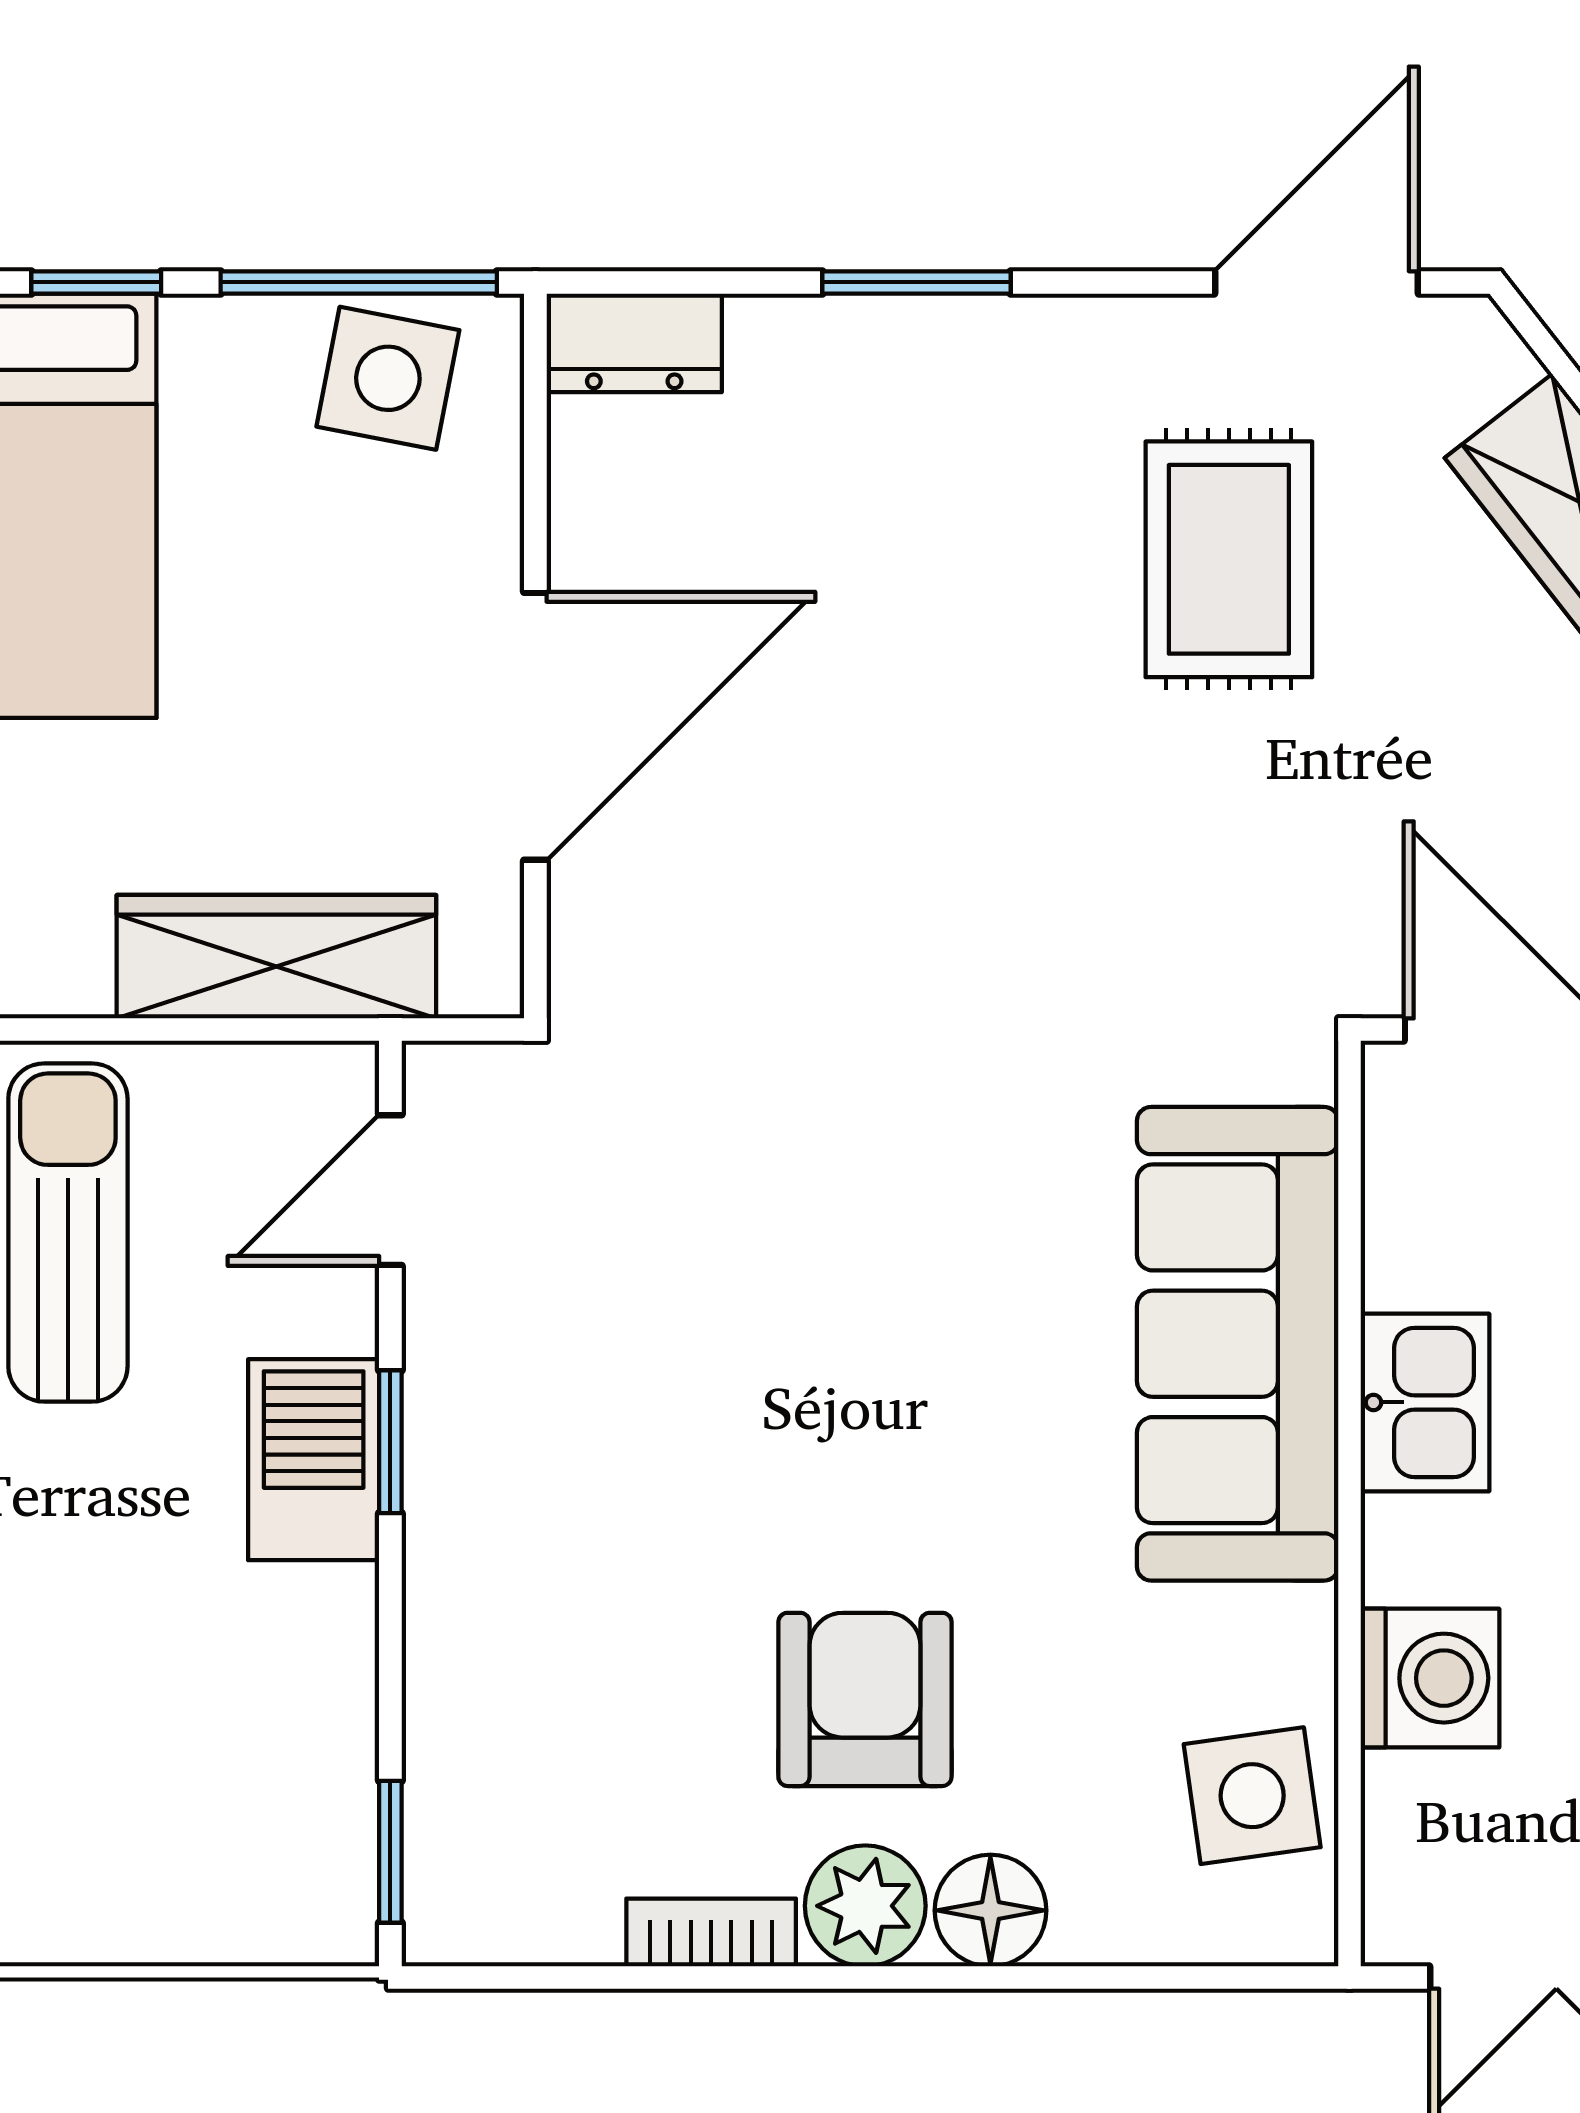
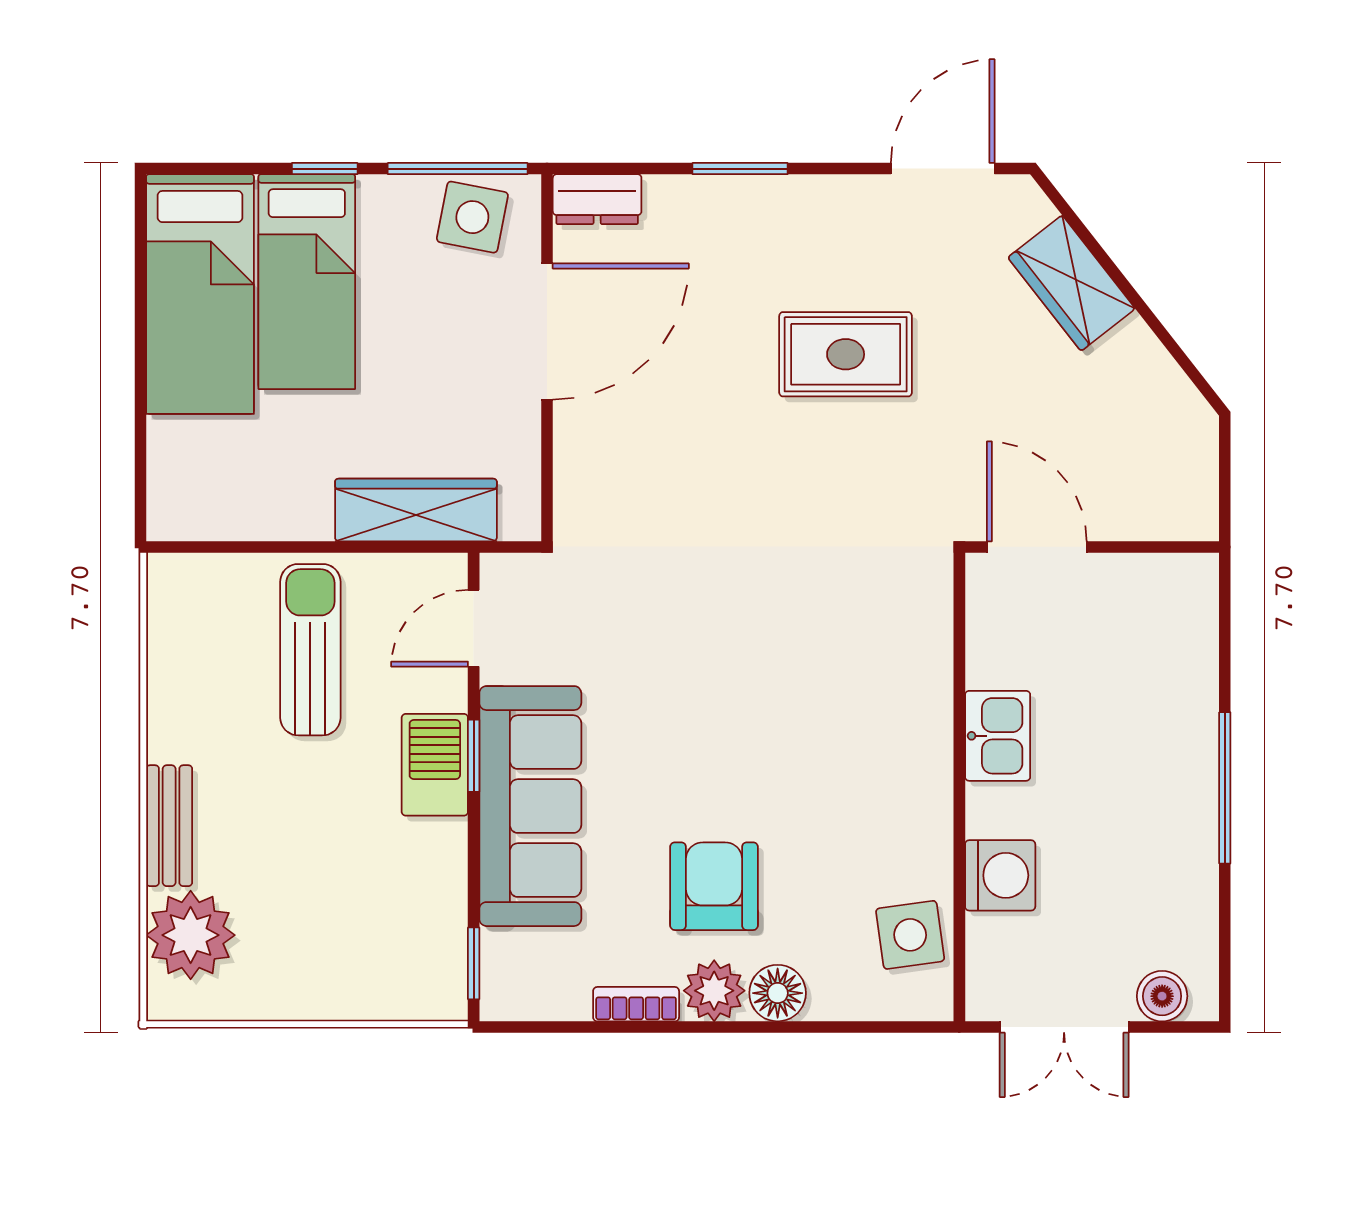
rug: (1229, 559) -> (846, 354), moved, turned 90
door: (535, 726) -> (547, 332), moved
sofa: (1238, 1344) -> (530, 806), moved, turned 180

